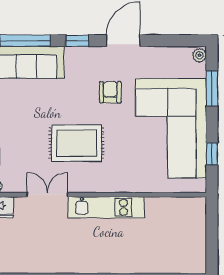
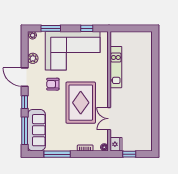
plant: (157, 56) -> (33, 58), added
rug: (77, 143) -> (81, 103), width x1.37, depth x1.44
kitchen unit: (106, 207) -> (116, 67), moved

